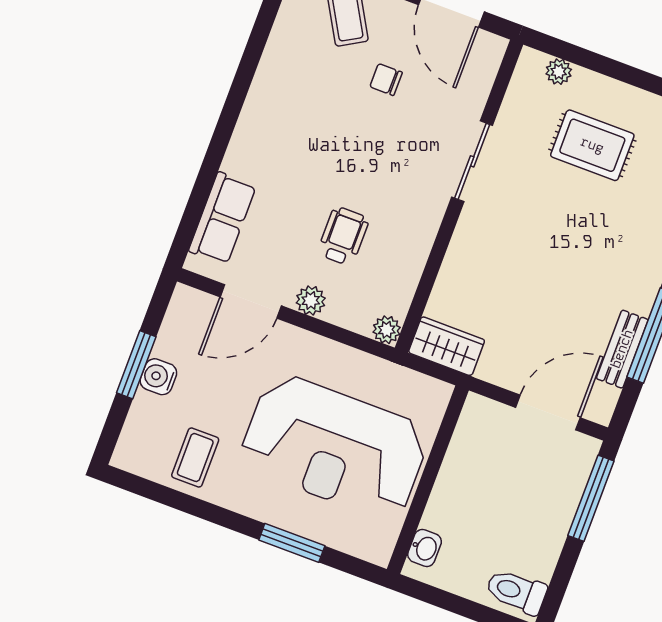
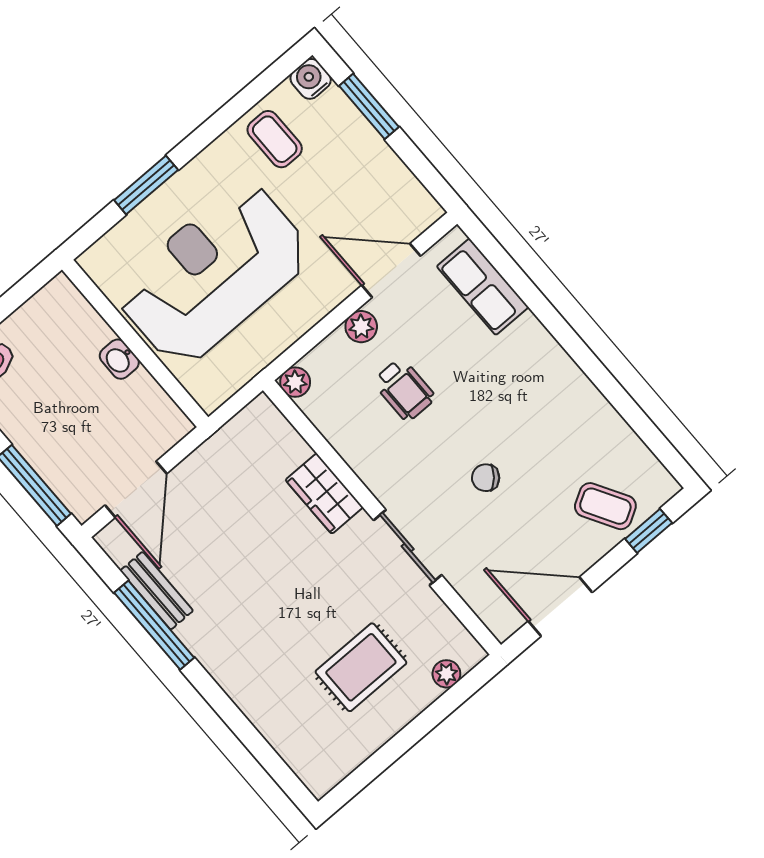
chair: (386, 80) -> (486, 478), moved, turned -139
door: (251, 301) -> (391, 271), hinge flipped
wardrobe: (447, 346) -> (324, 494), moved, turned 90
window: (136, 365) -> (369, 106), moved
water cooler: (158, 377) -> (311, 79), moved, turned -90
washbasin: (425, 548) -> (119, 359), moved

